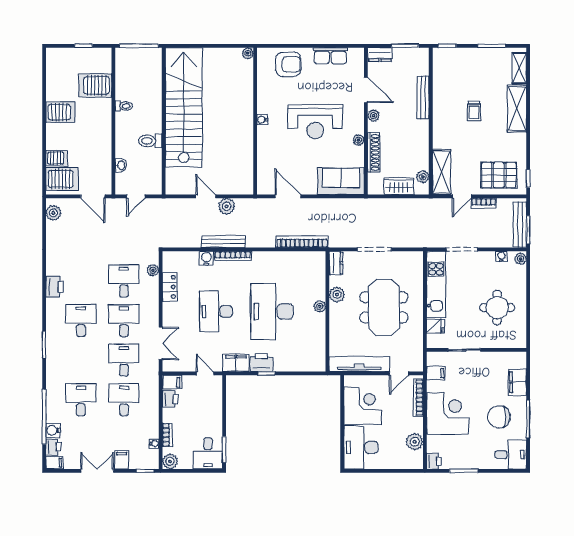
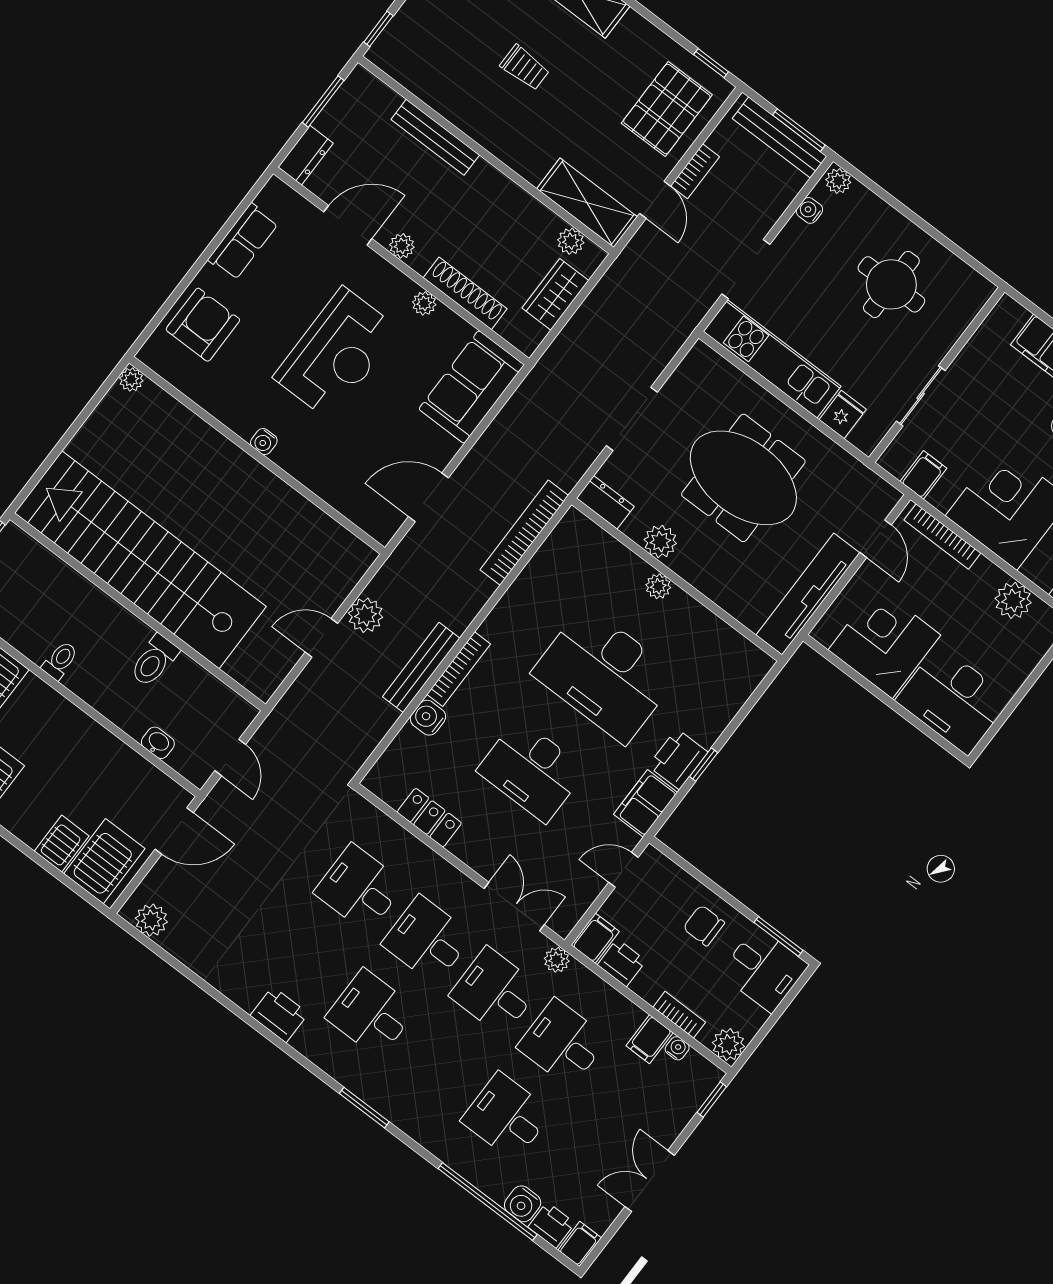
plant: (153, 270) -> (557, 960), moved
chair: (207, 419) -> (704, 925), added
filing cabinet: (122, 460) -> (650, 1039), moved, turned -90

